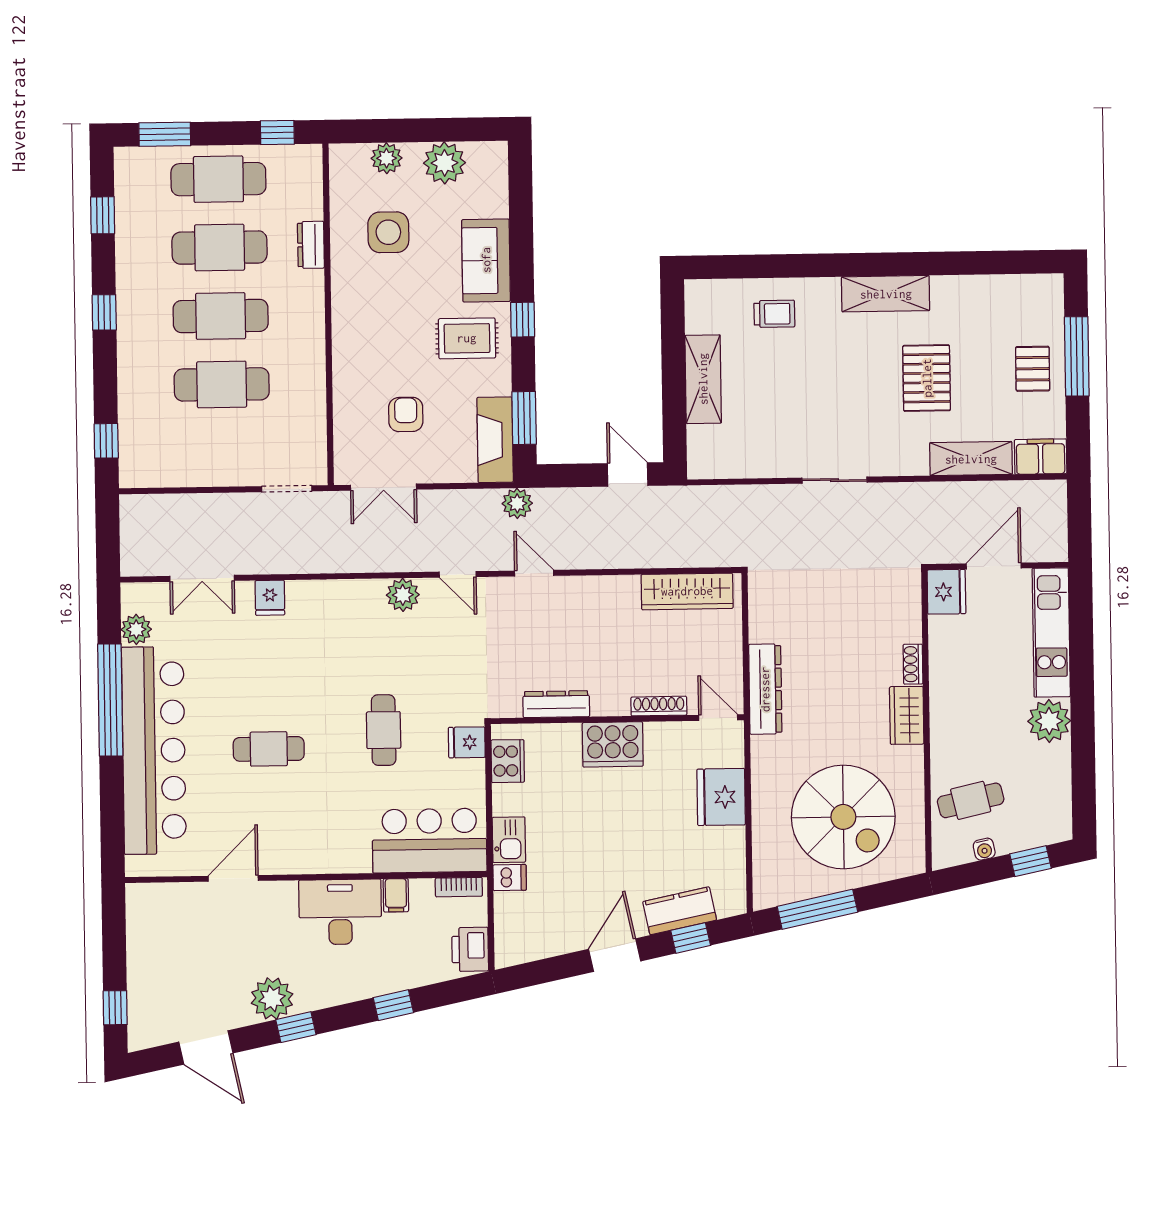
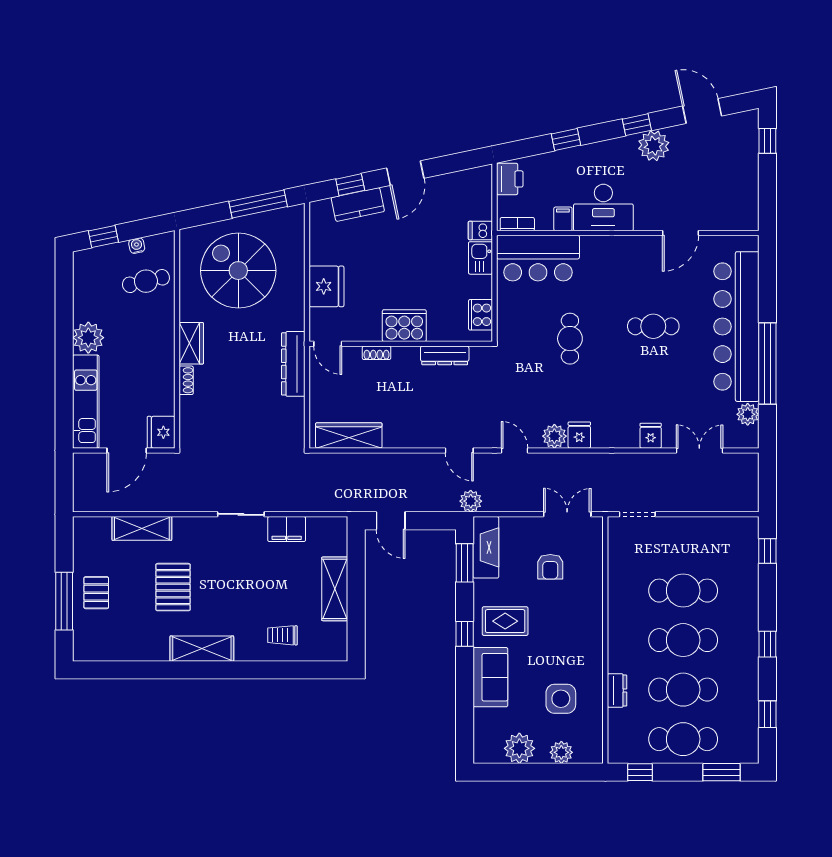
filing cabinet: (1041, 457) -> (287, 529), moved
shoe rack: (659, 706) -> (377, 353), width x0.70
fridge: (467, 742) -> (579, 435), moved, turned -90

